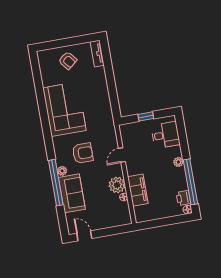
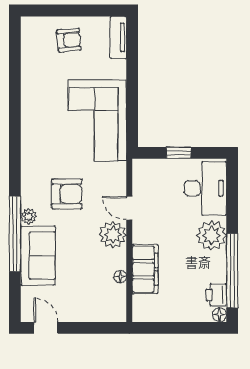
armchair: (68, 60) -> (69, 40), turned -56
corner sofa: (64, 109) -> (97, 120), moved, turned 180
desk: (165, 135) -> (205, 188), width x1.37
door: (122, 155) -> (129, 208), hinge flipped
plant: (178, 162) -> (211, 235), width x1.87, depth x1.87
plant: (117, 185) -> (113, 235), moved

